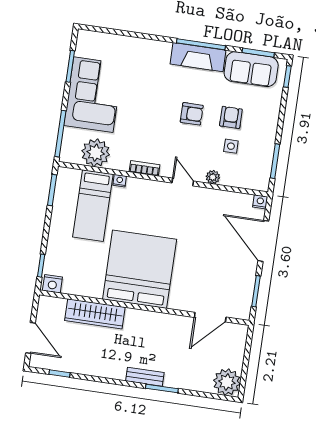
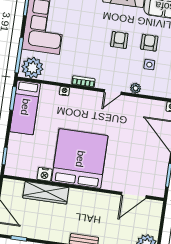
armchair: (192, 114) -> (119, 40), turned -90
plant: (96, 153) -> (32, 68), moved
door: (183, 182) -> (113, 92), swing flipped
bed: (93, 206) -> (25, 107), moved
nightstand: (52, 284) -> (45, 174), moved

